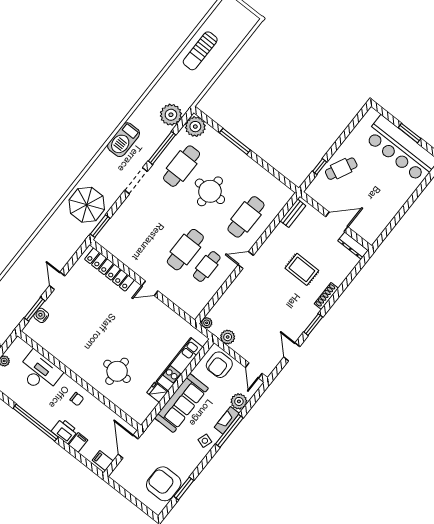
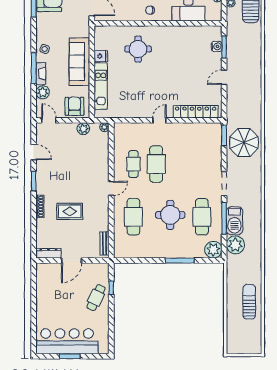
barbecue: (124, 140) -> (234, 221), moved, turned 180
door: (57, 281) -> (224, 77), swing flipped

